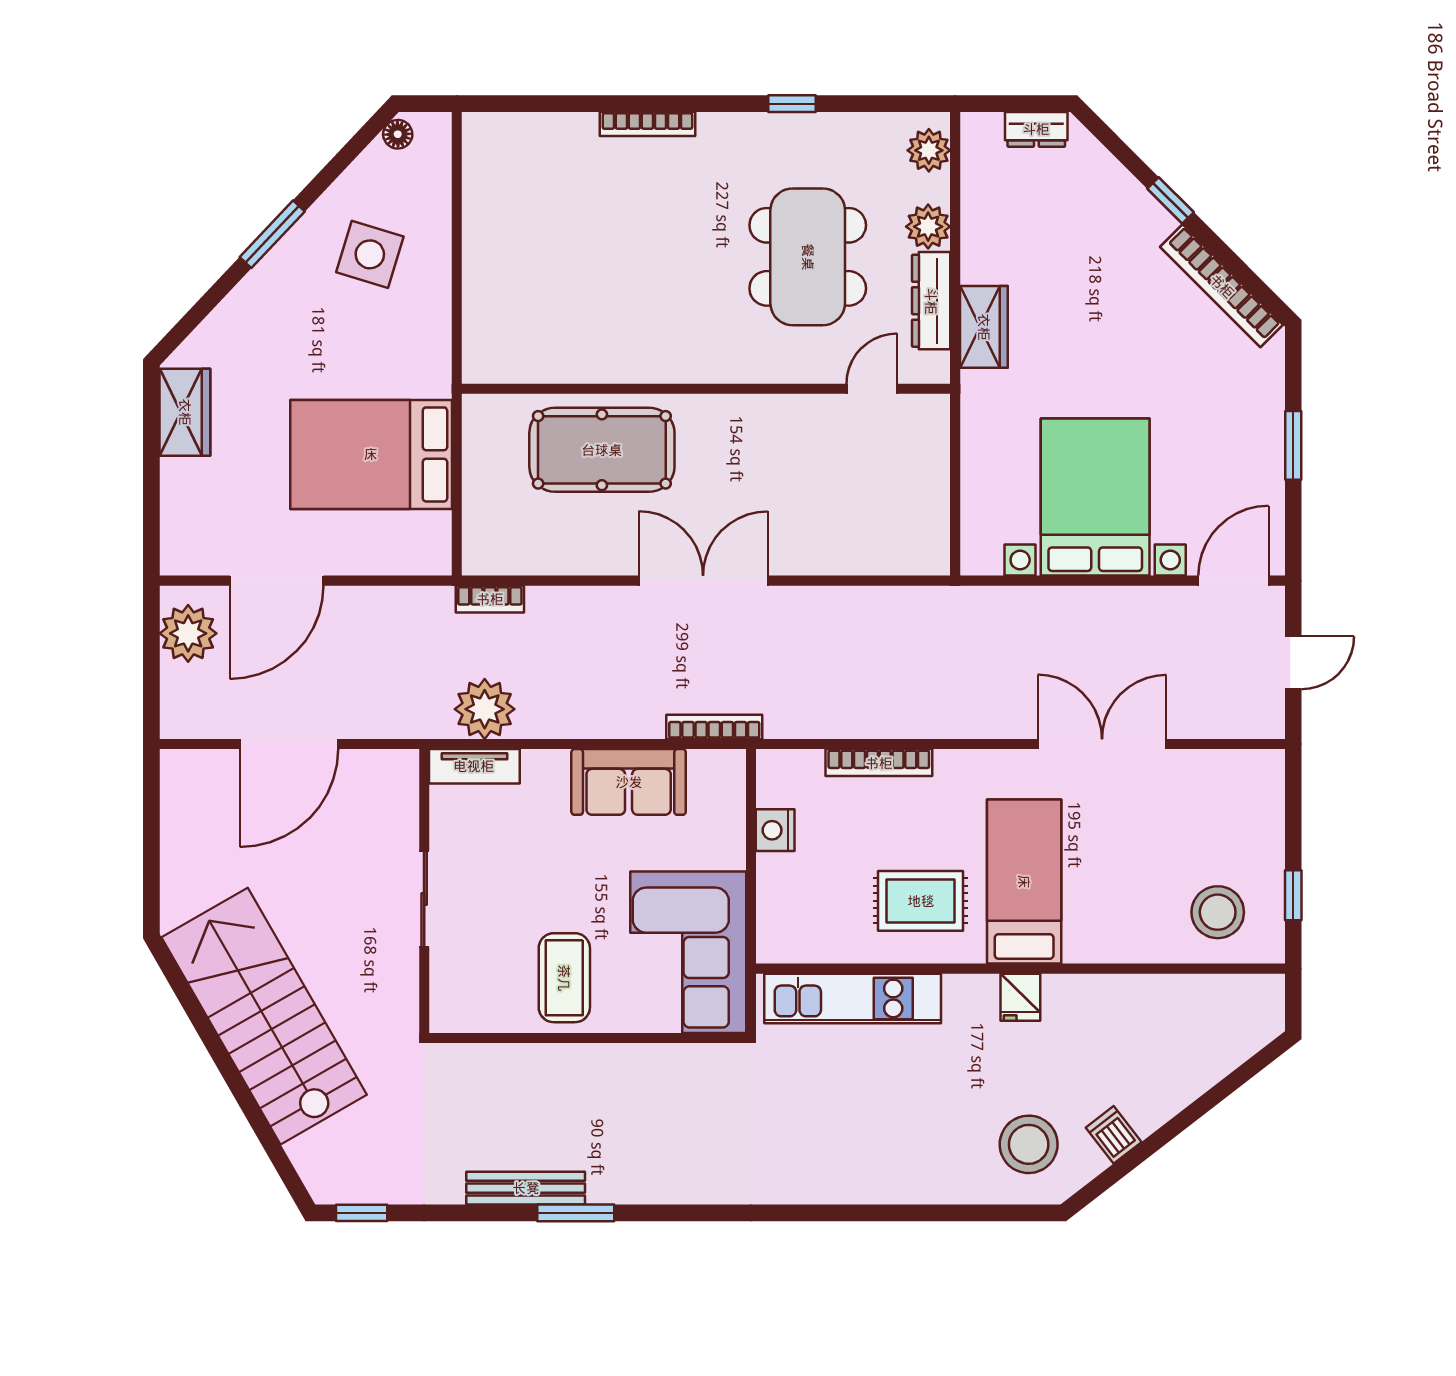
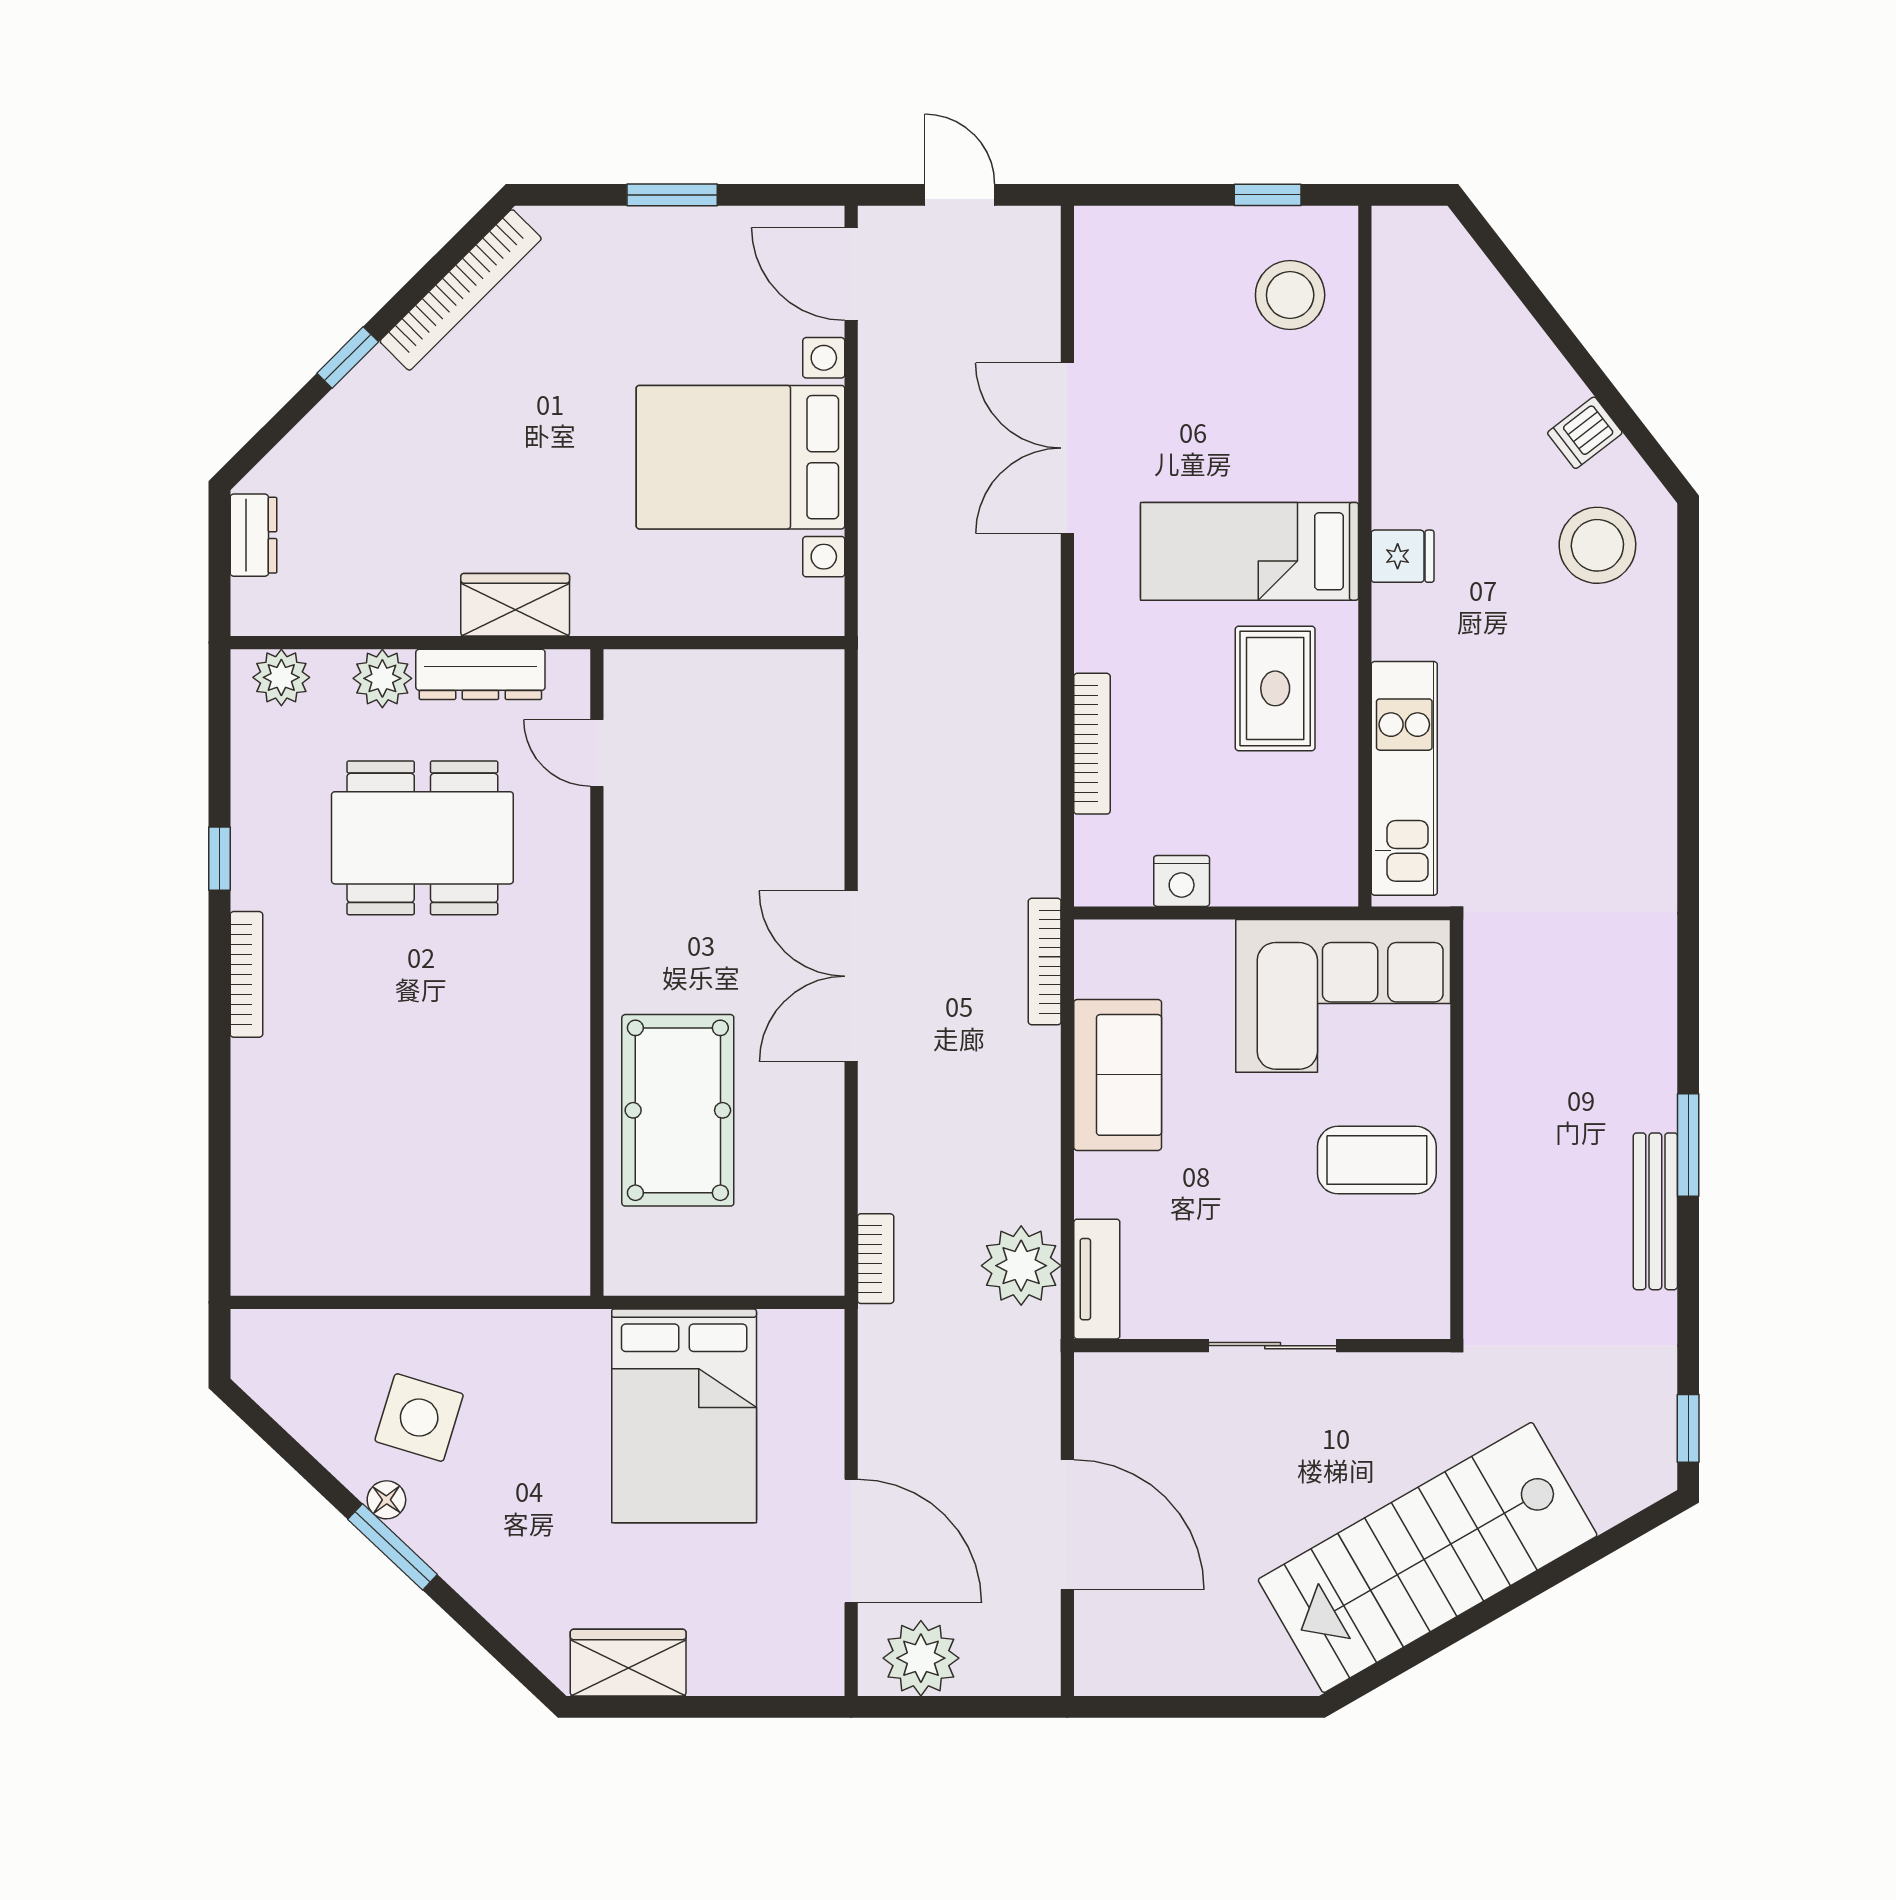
bookcase: (647, 124) -> (246, 974), moved
floor lamp: (398, 134) -> (386, 1500), moved

